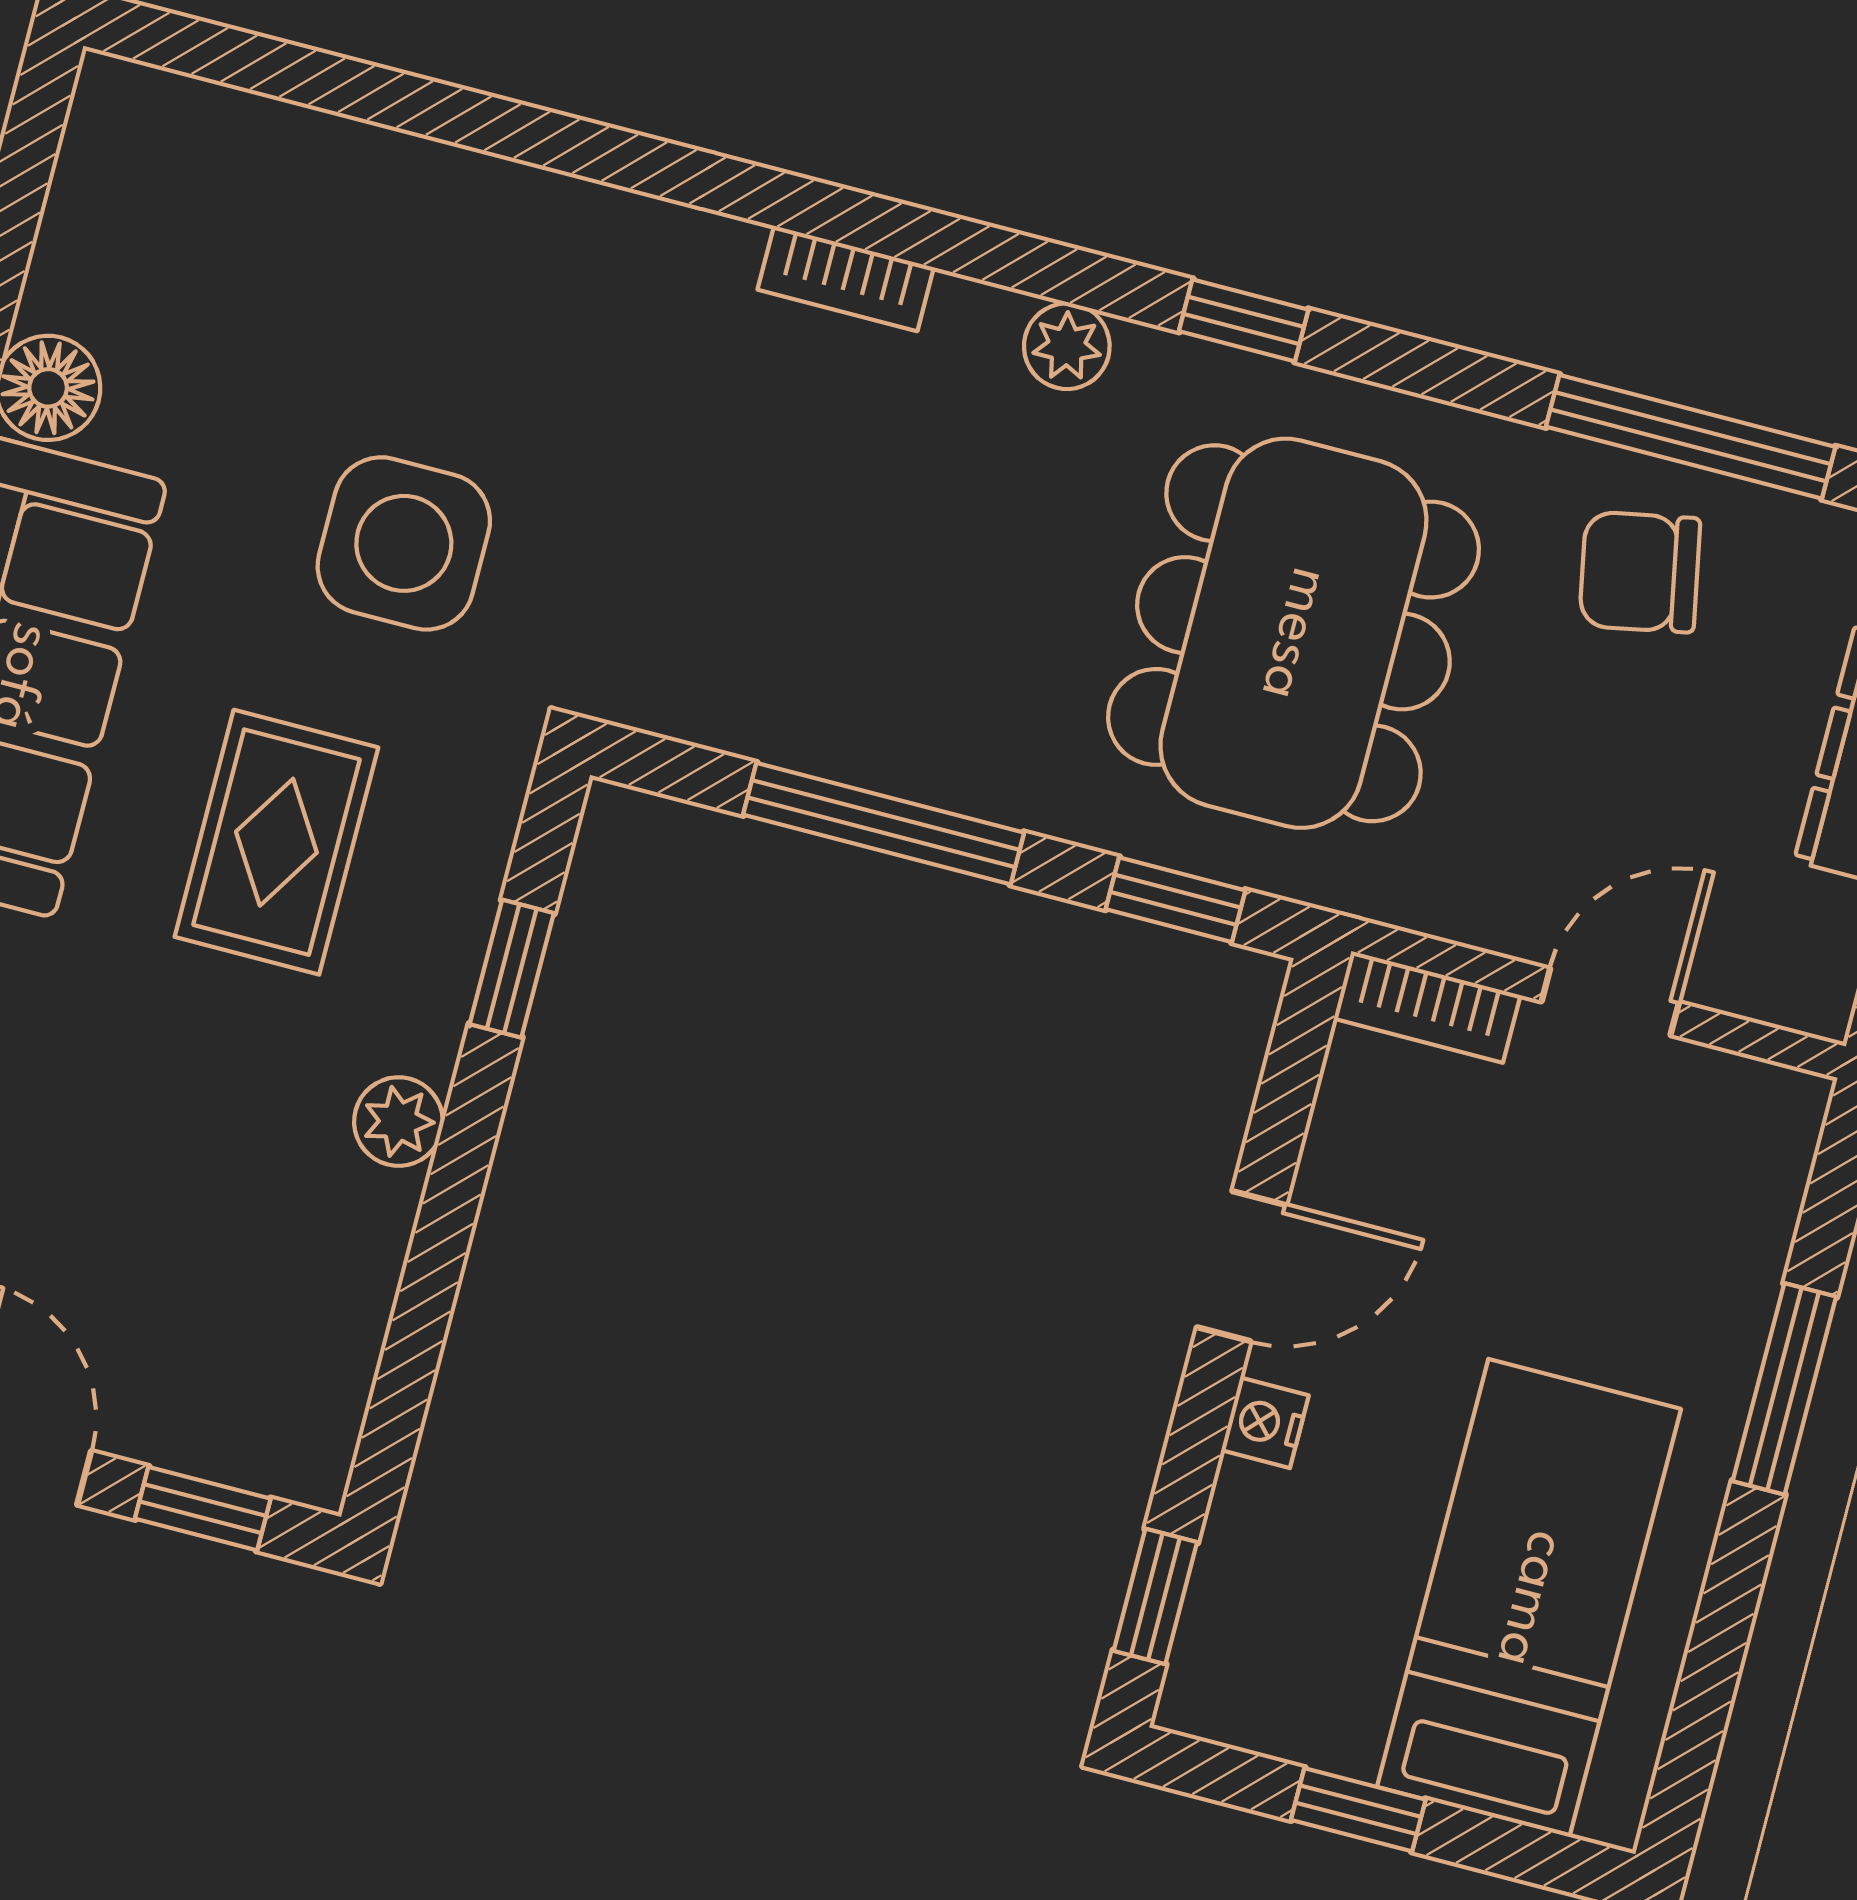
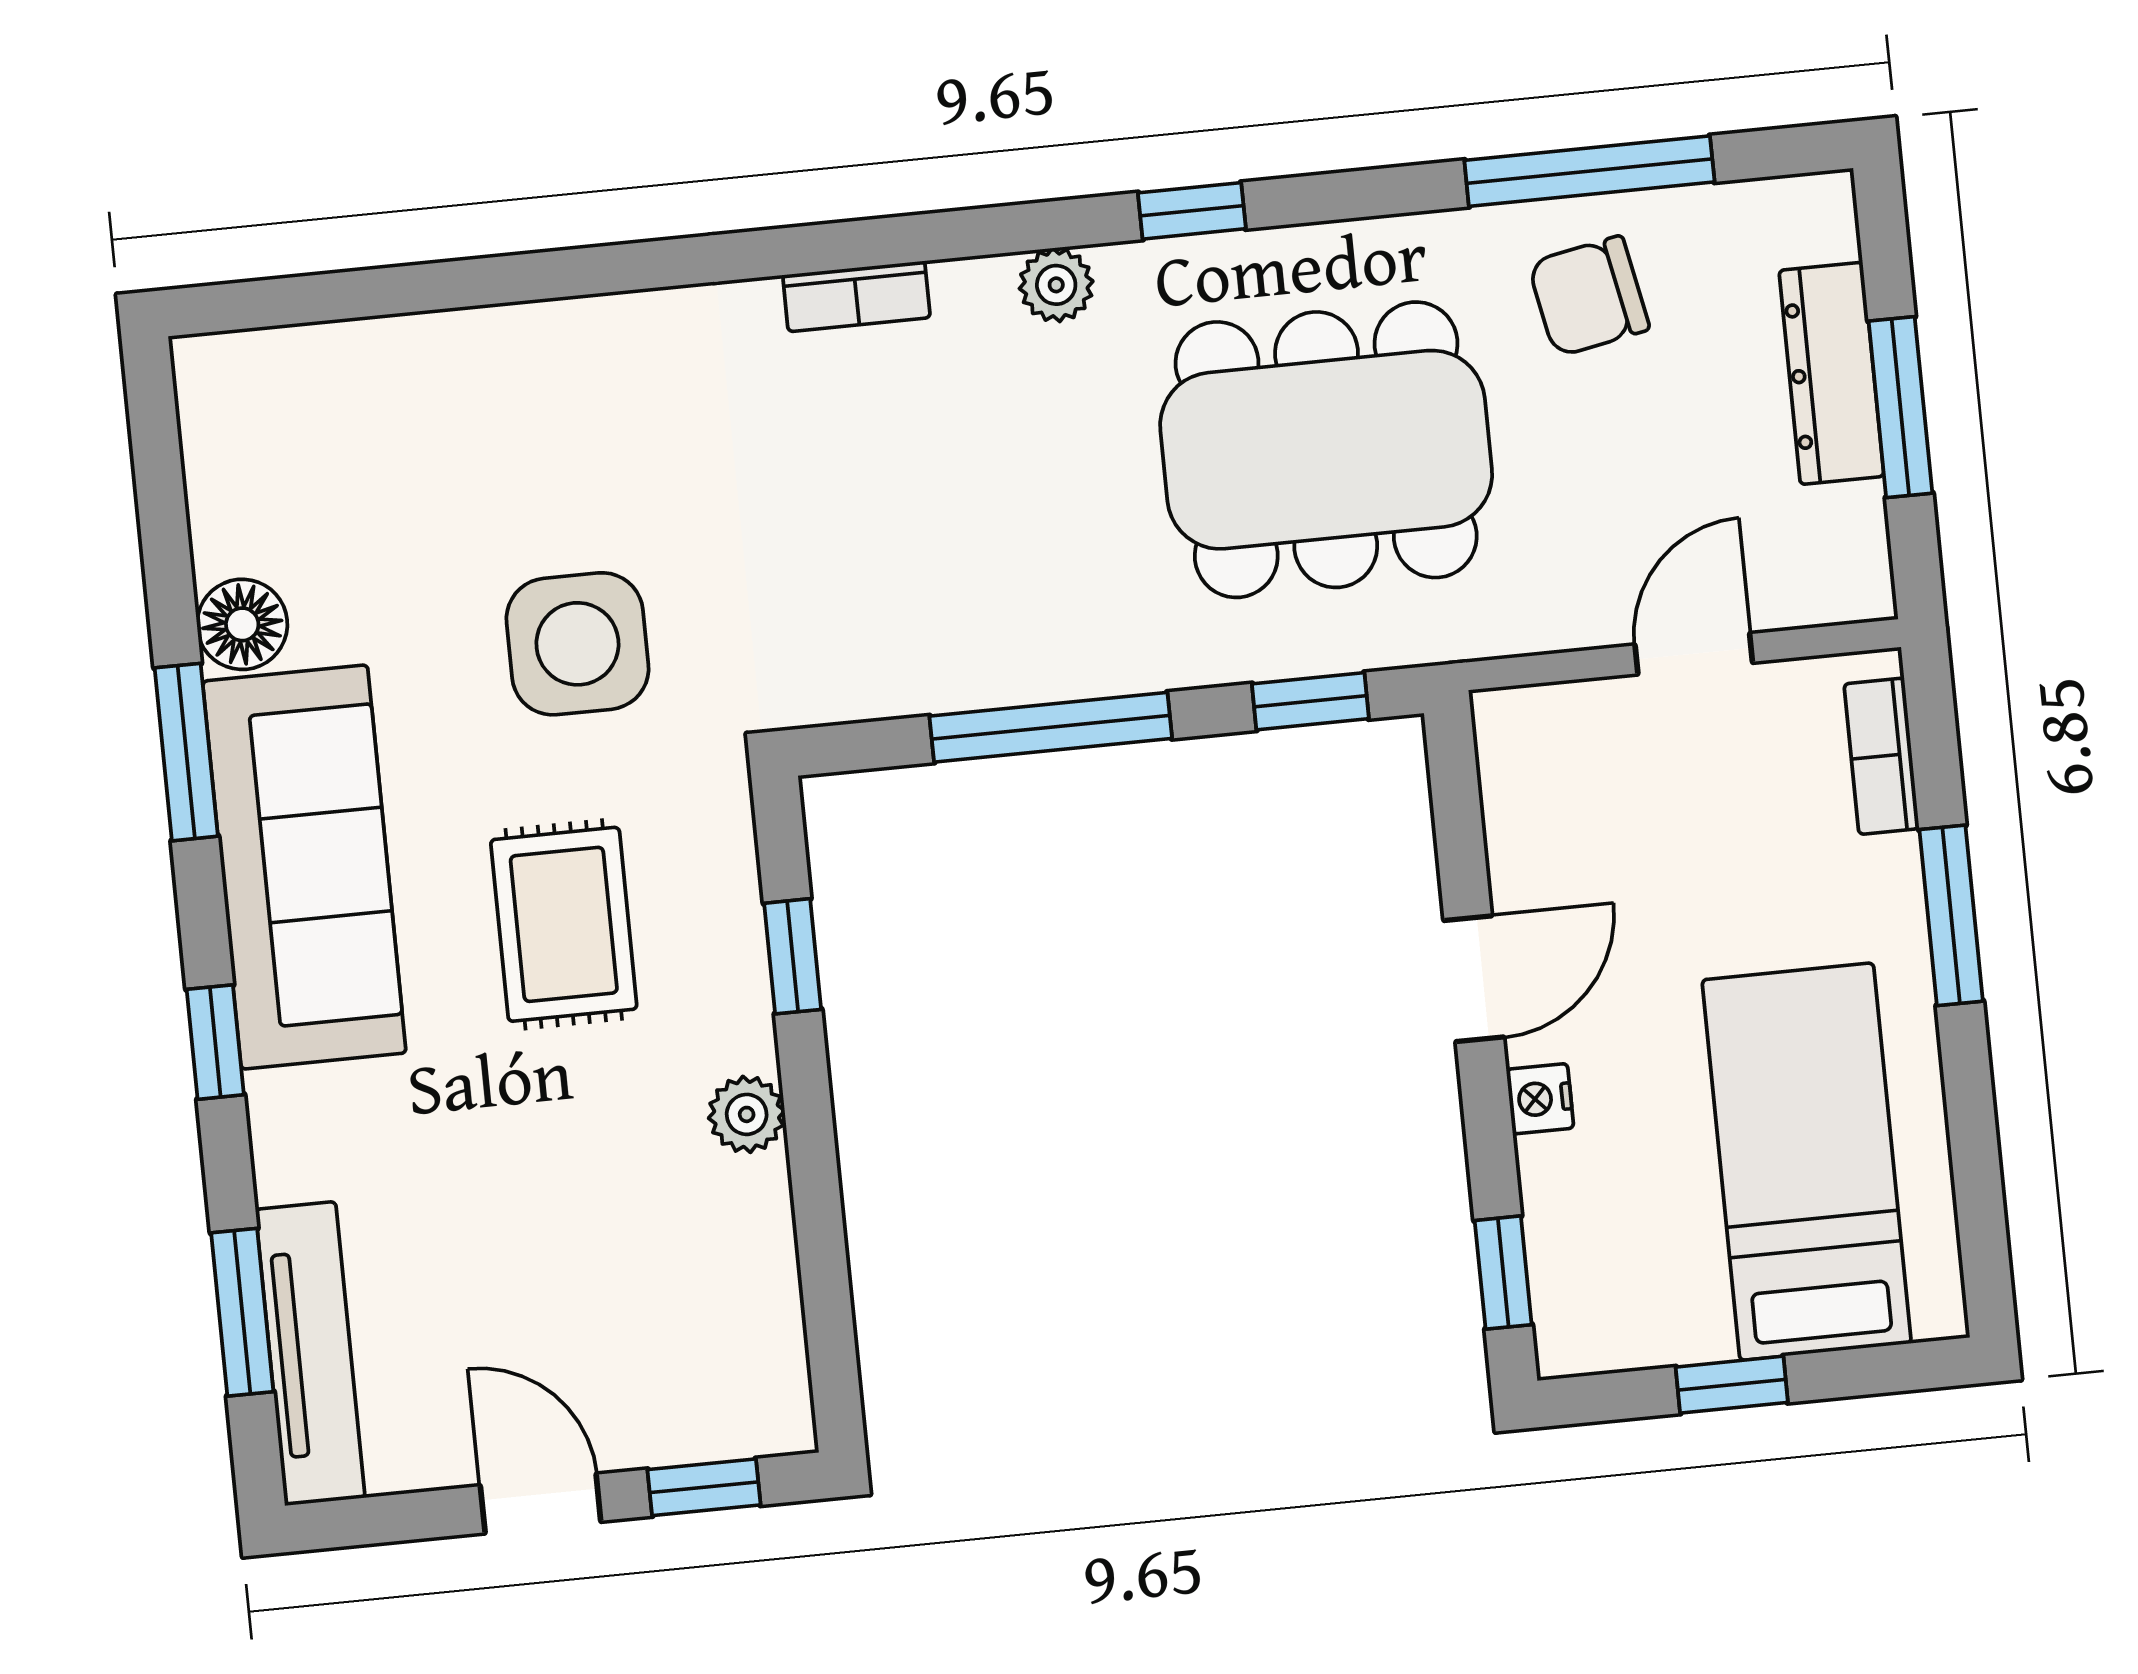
dining table: (1293, 633) -> (1326, 450), turned 90
bookcase: (1427, 1007) -> (1882, 756), moved, turned 90

